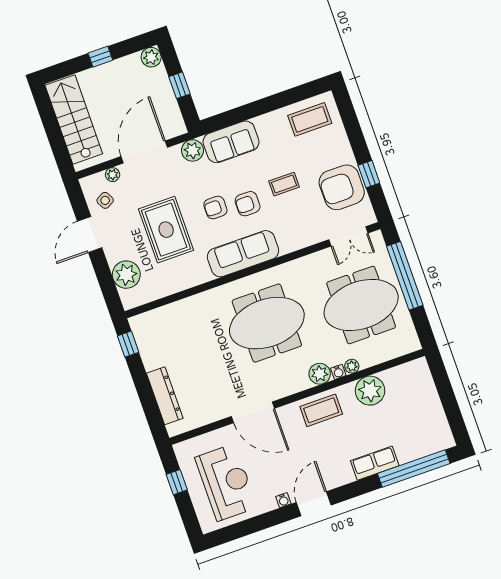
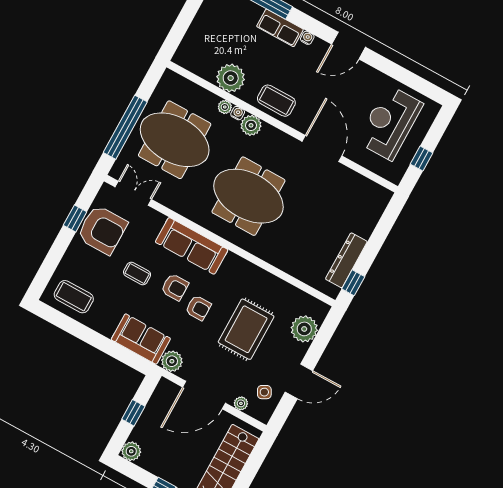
sofa: (243, 254) -> (192, 246), moved
dresser: (165, 396) -> (346, 260), moved
water cooler: (283, 500) -> (307, 38), moved

